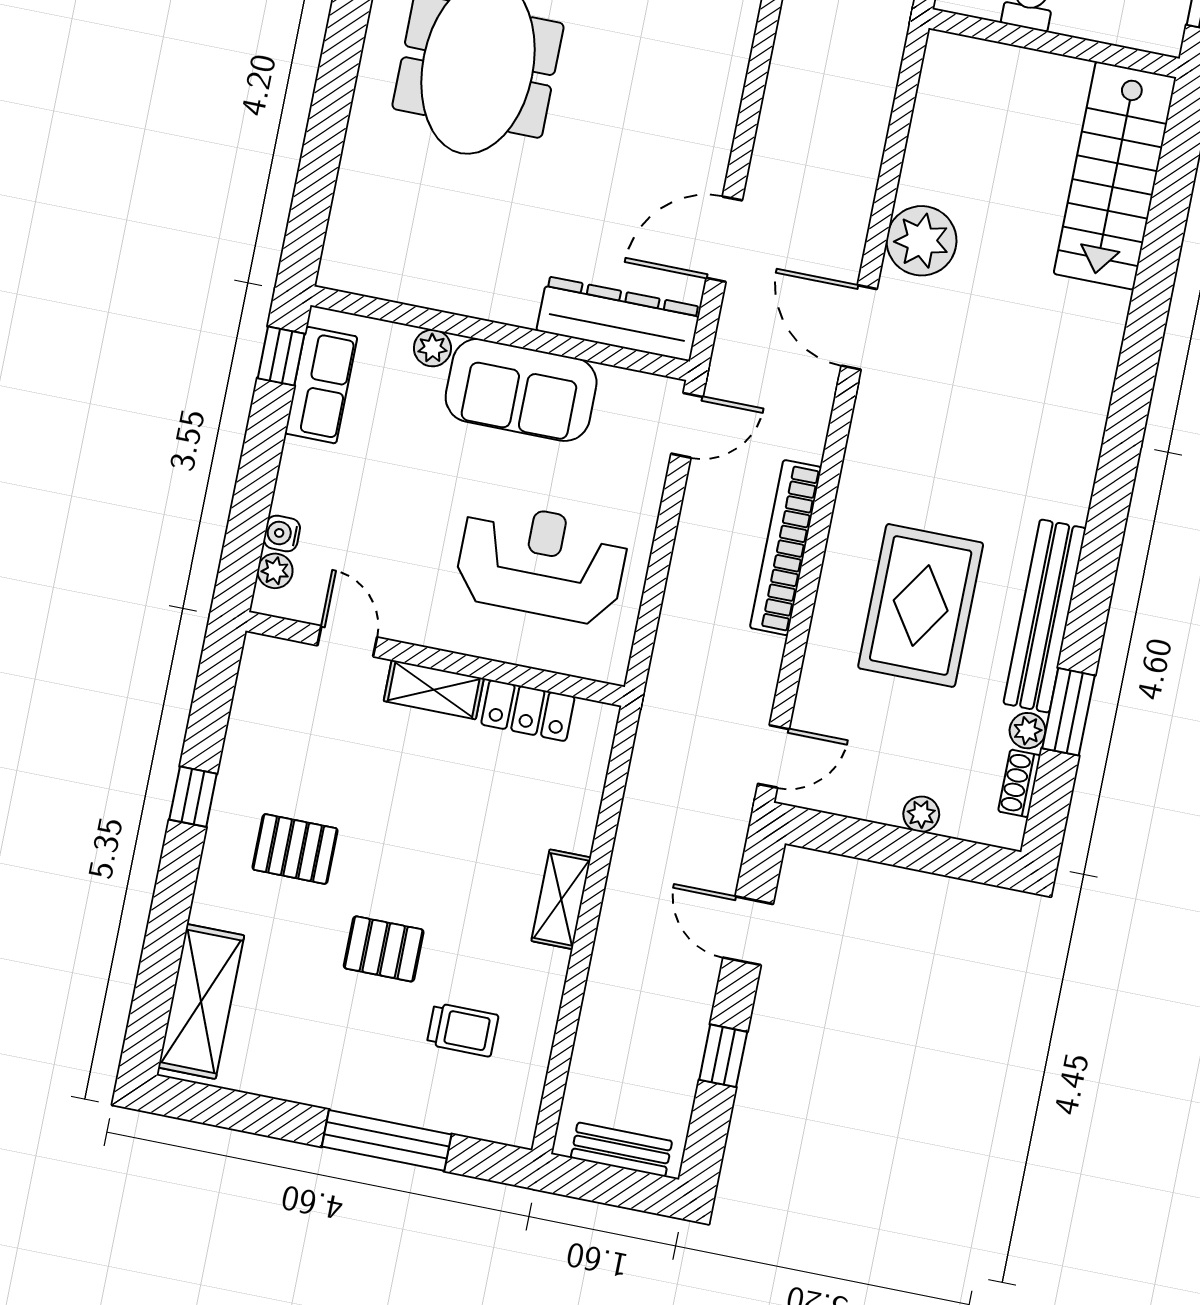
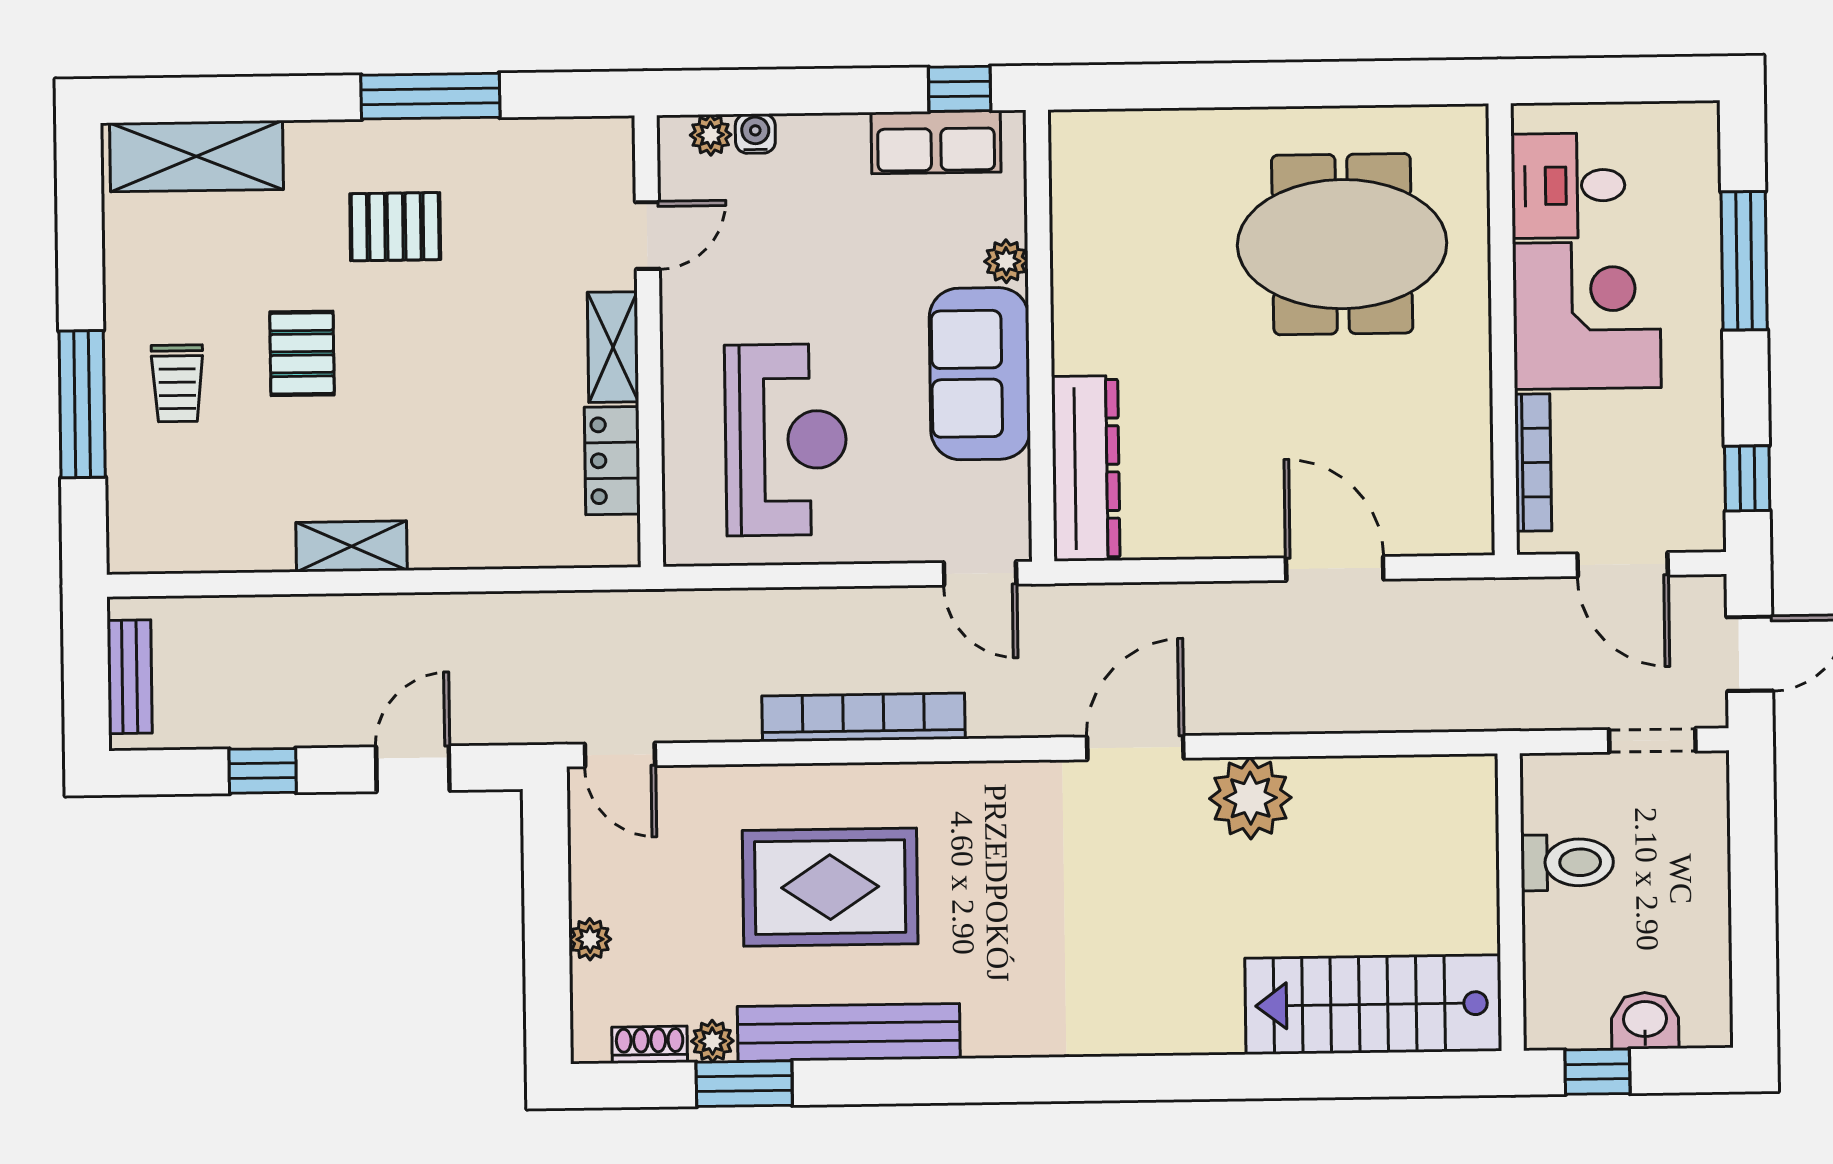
door: (724, 239) -> (1335, 568), moved
window: (193, 797) -> (430, 96), width x2.17
pallet: (295, 849) -> (395, 227), turned 90
shelving: (561, 899) -> (351, 546), moved
trolley: (463, 1030) -> (177, 383), moved

